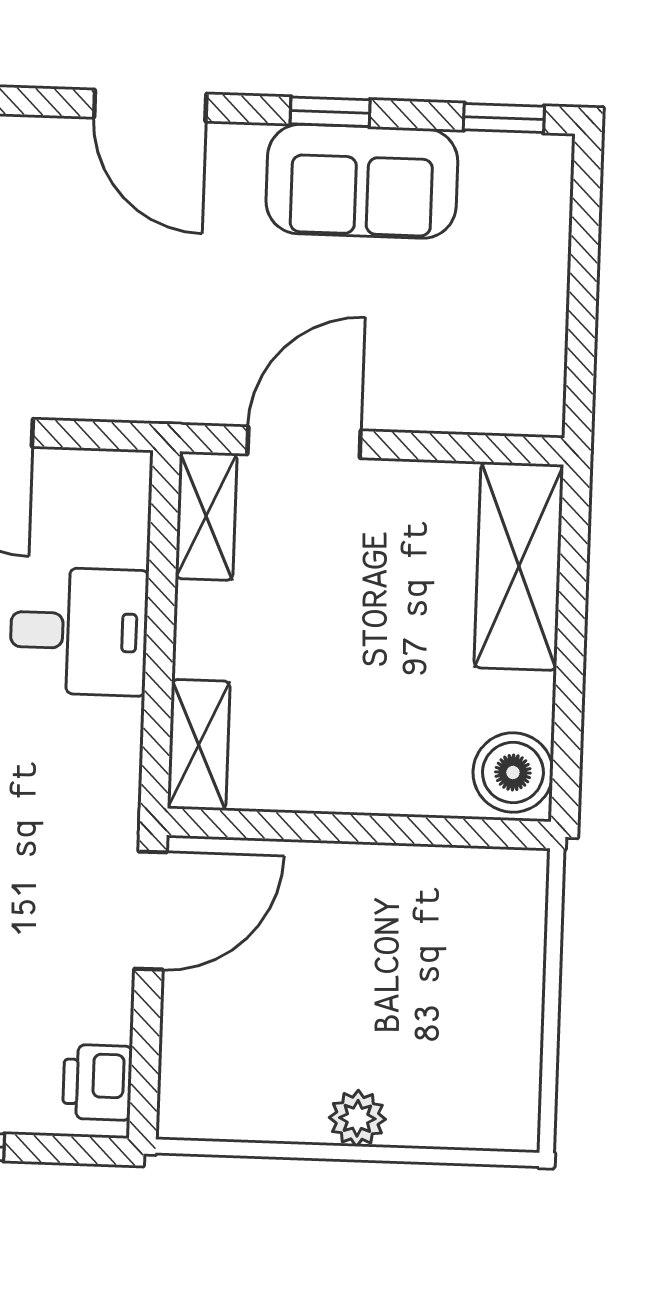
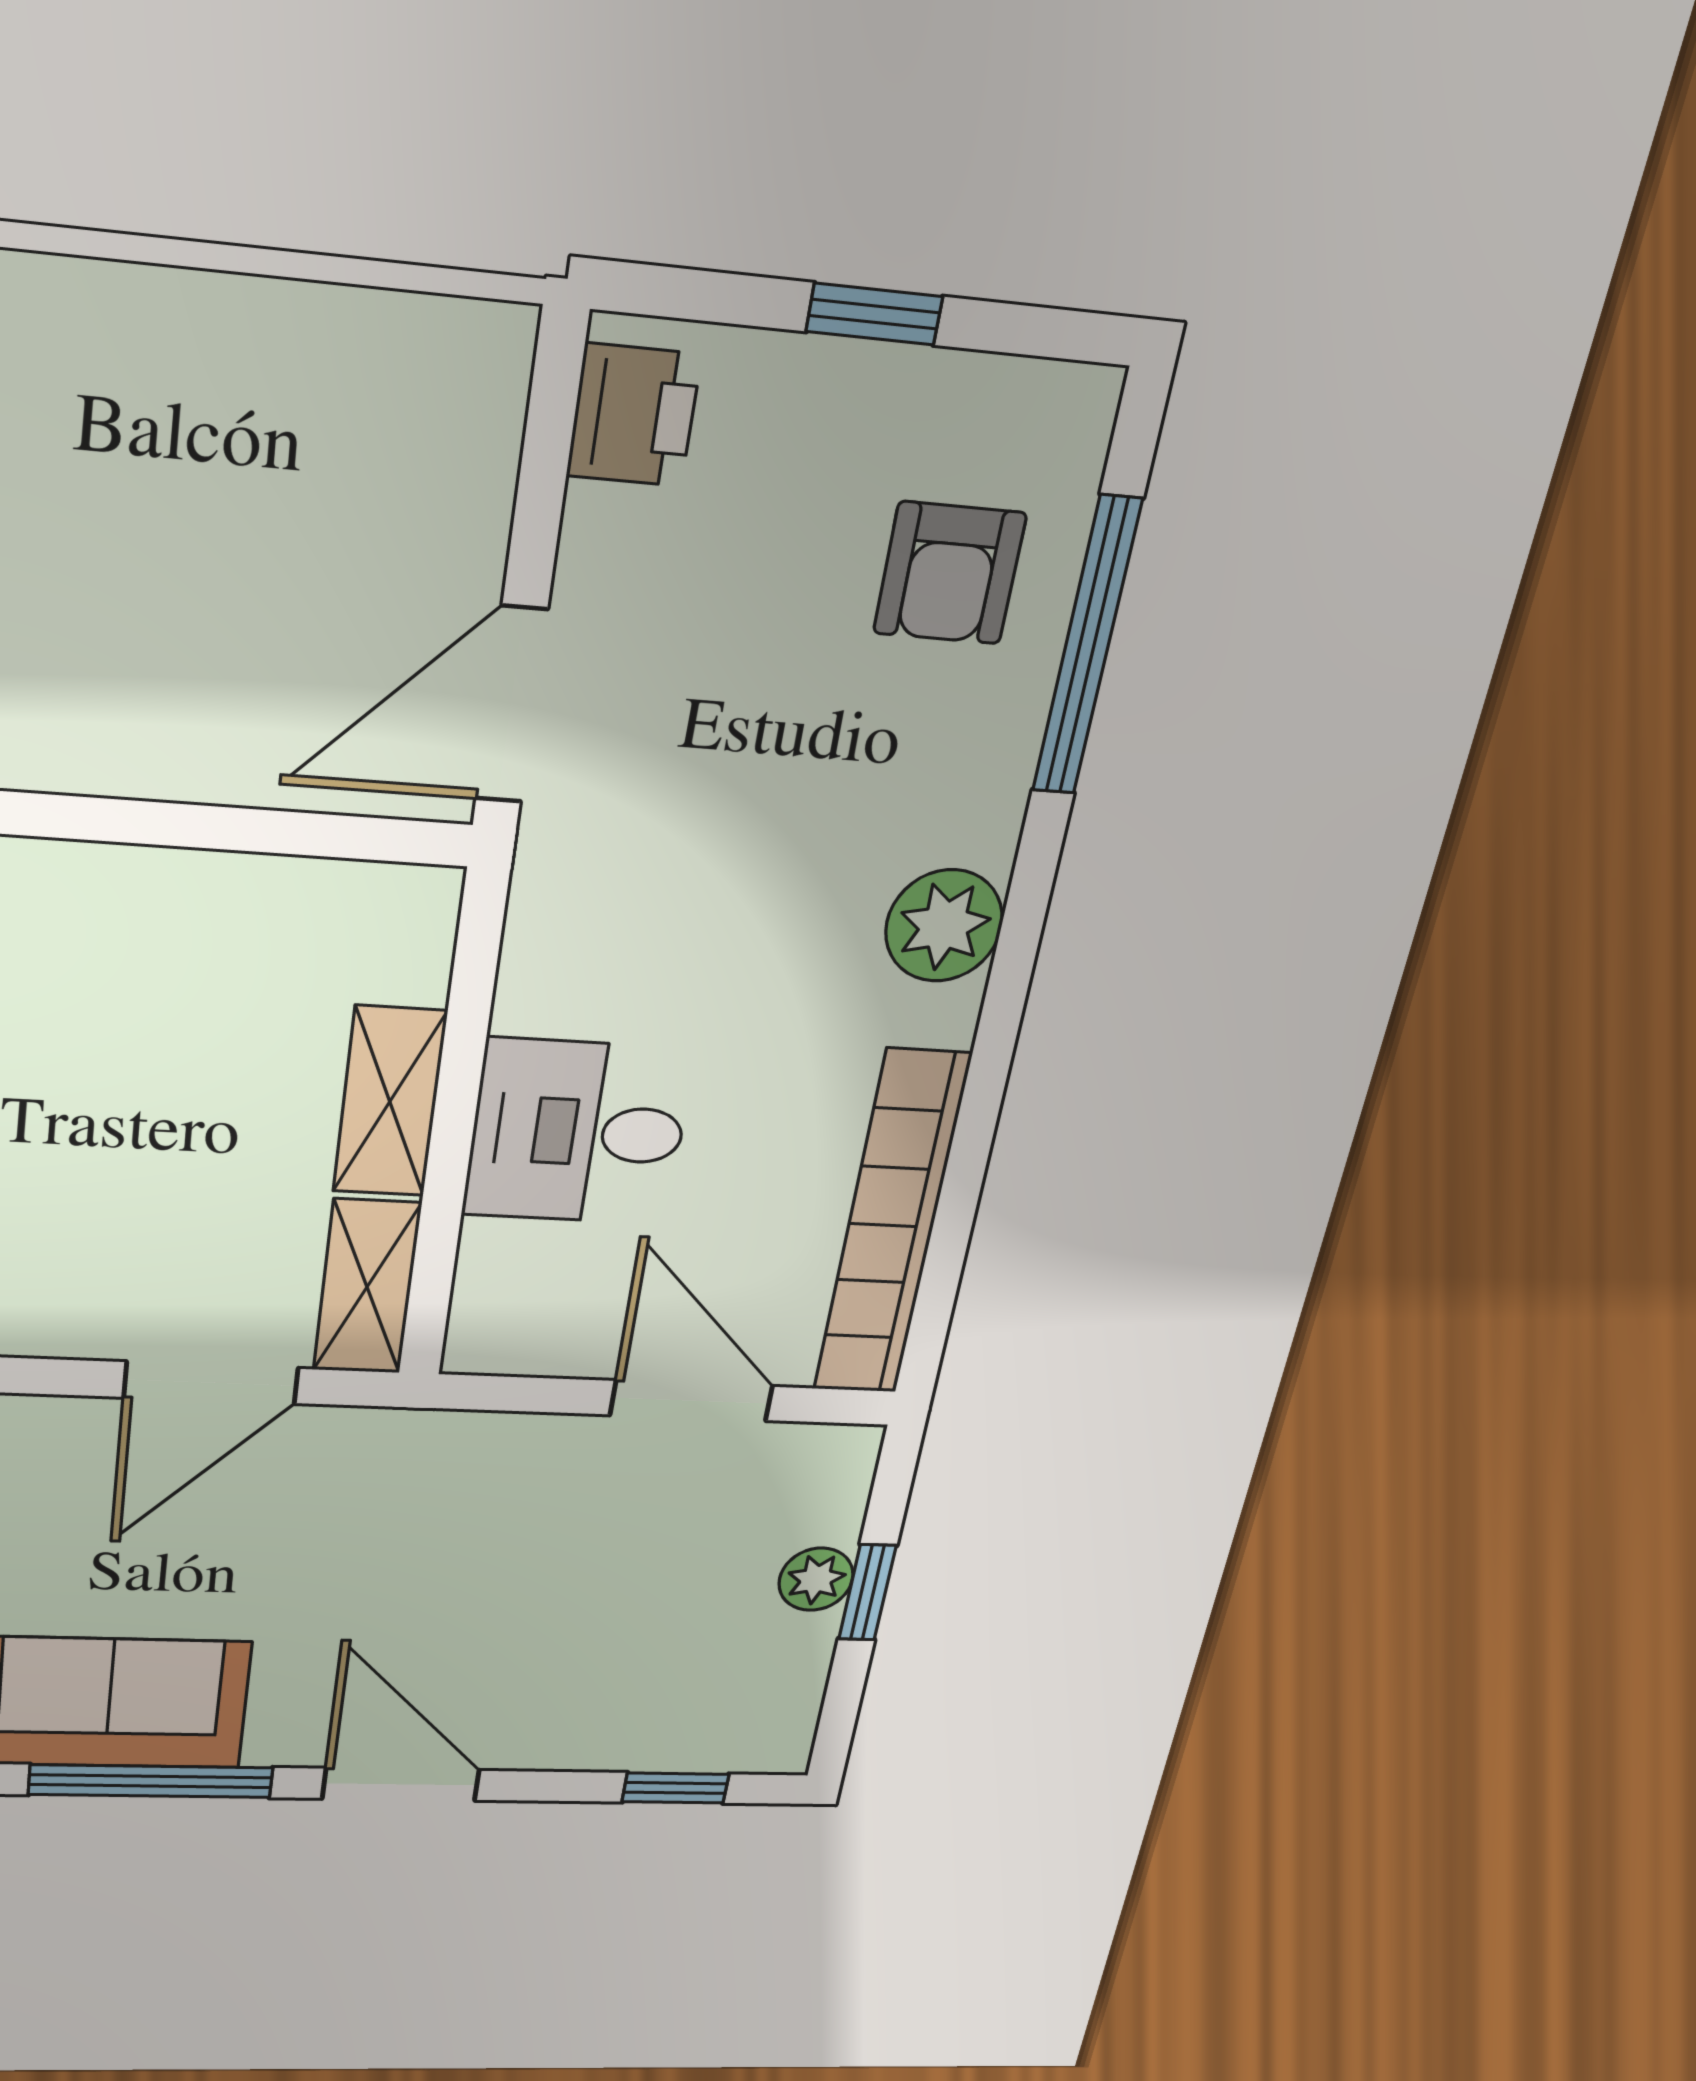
window: (330, 112) -> (151, 1781), width x2.17
shelving: (199, 745) -> (390, 1102), moved
plant: (357, 1118) -> (176, 319), removed

